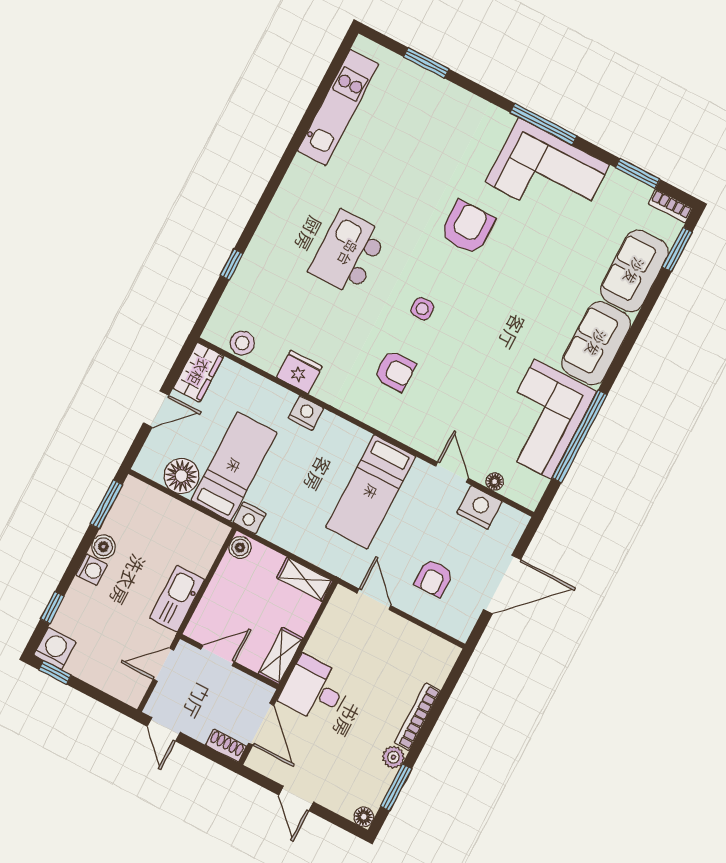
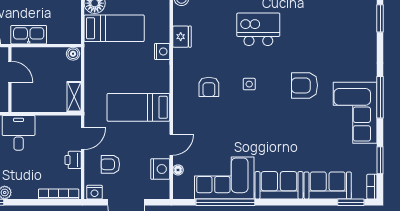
armchair: (467, 228) -> (304, 85), turned 180
nightstand: (249, 518) -> (95, 192), moved, turned -90
printer: (398, 630) -> (73, 160), added
shelving: (281, 656) -> (27, 105), removed
bookcase: (417, 717) -> (59, 194), moved

